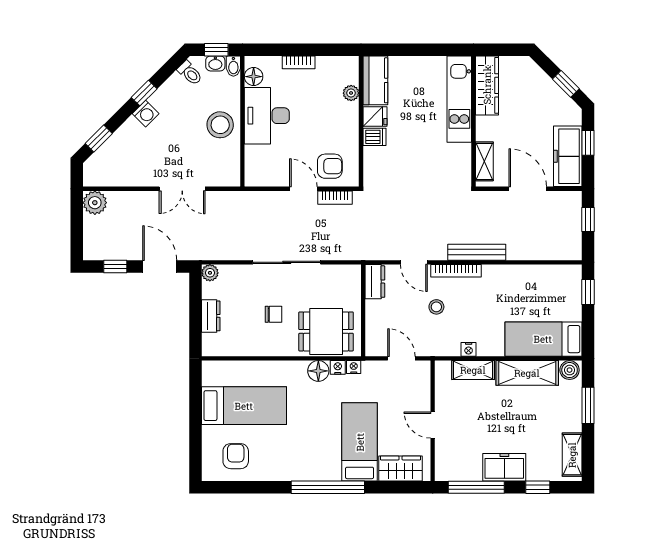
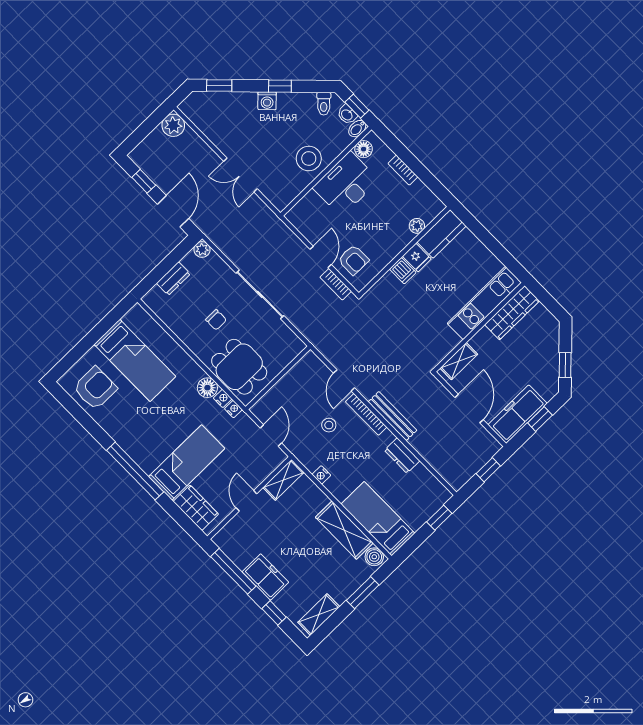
dresser: (375, 282) -> (402, 456), moved, turned 90
shelving: (473, 370) -> (283, 480), moved, turned 90
armchair: (236, 456) -> (95, 388), width x1.38, depth x1.38

